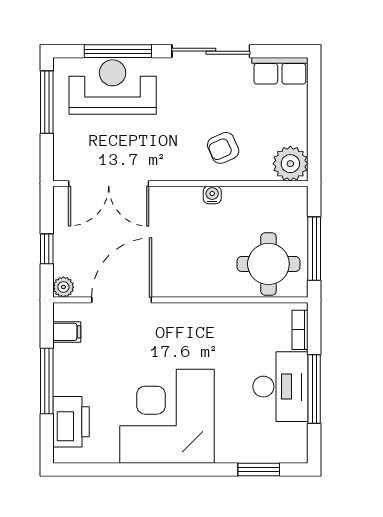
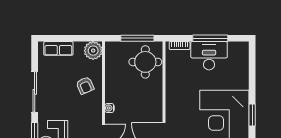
row of seats: (280, 71) -> (58, 48), moved, turned 90
water cooler: (212, 195) -> (109, 108), moved
window: (259, 470) -> (252, 115), moved

